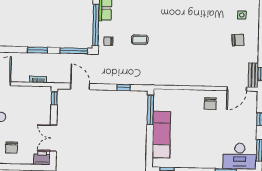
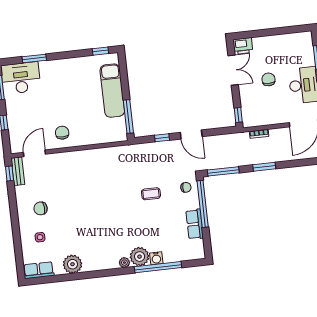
door: (80, 86) -> (191, 134), moved
chair: (11, 148) -> (268, 79), moved

